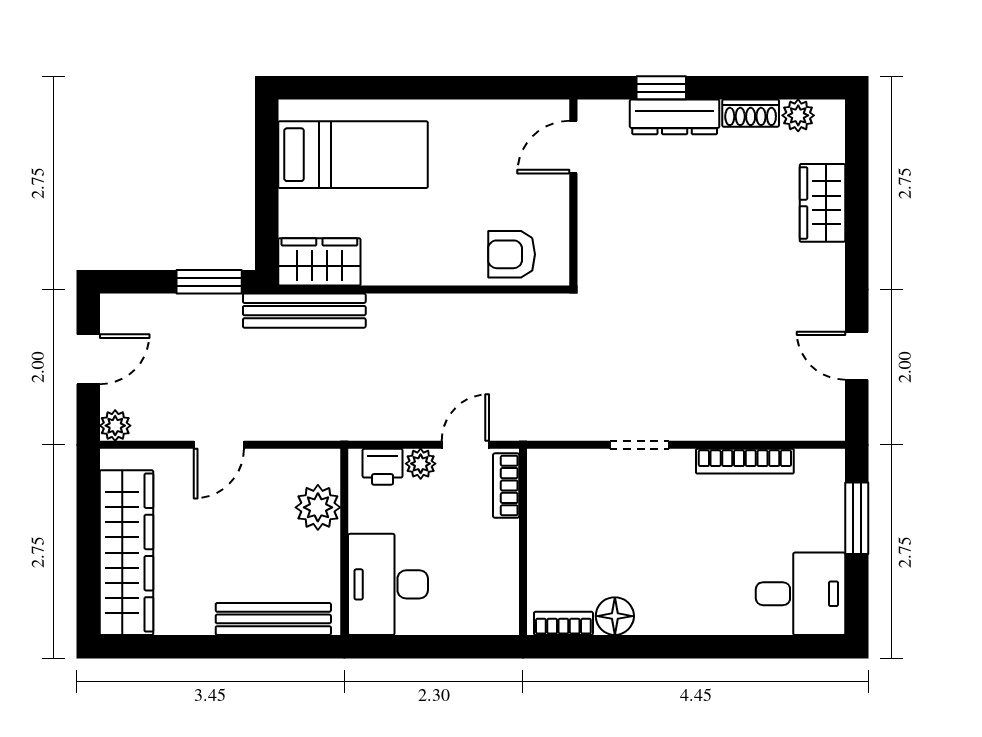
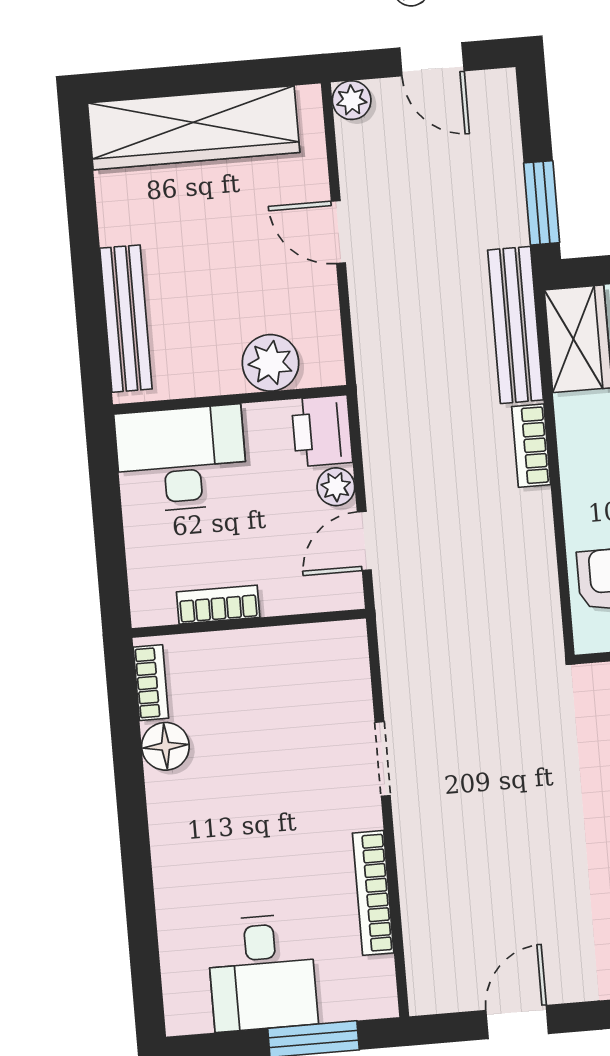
bookcase: (401, 306) -> (531, 446), added
door: (465, 445) -> (364, 541), swing flipped
printer: (383, 467) -> (322, 431), width x1.36, depth x1.24
bookcase: (506, 486) -> (218, 605), moved
desk: (801, 594) -> (262, 973), moved

